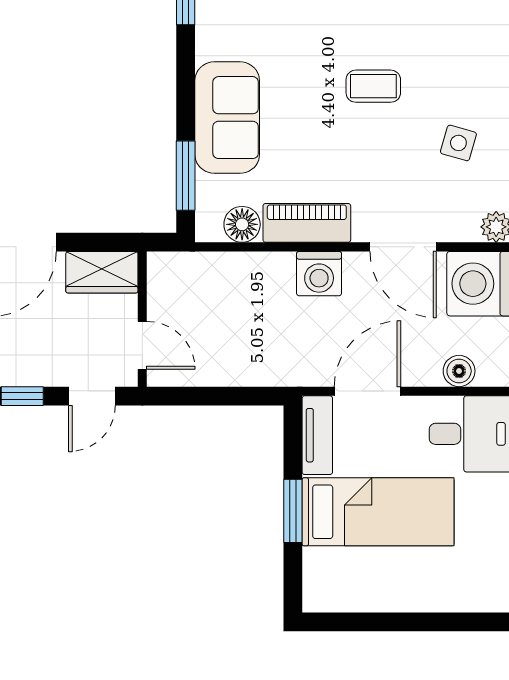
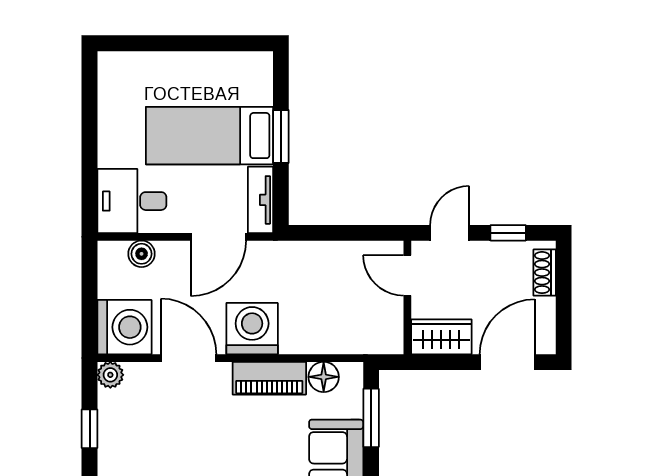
side table: (458, 143) -> (142, 445), removed
washing machine: (319, 274) -> (252, 329), width x1.37, depth x1.37

